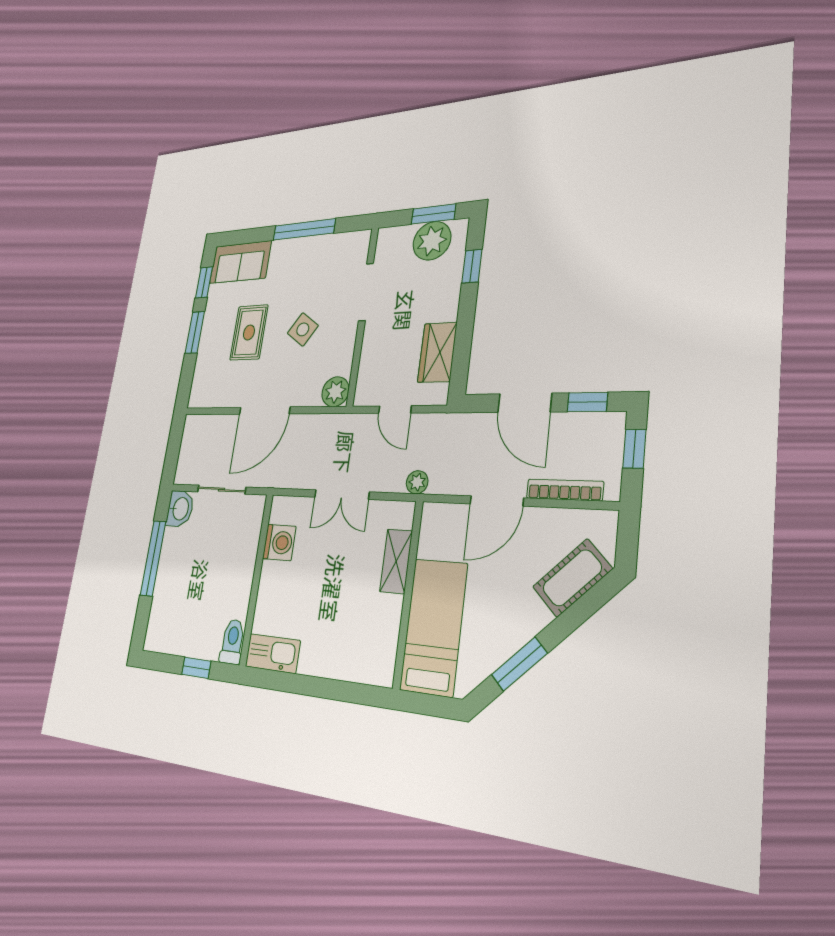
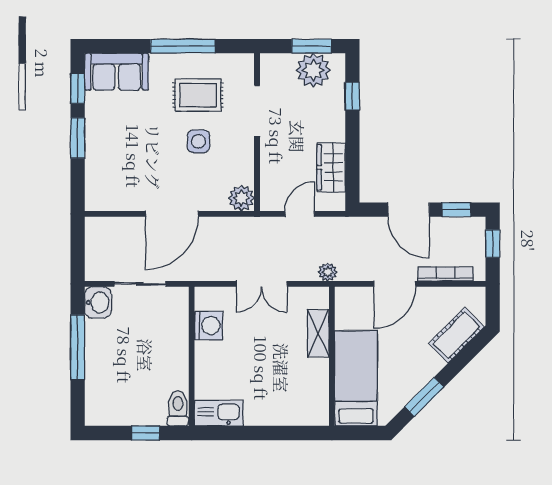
side table: (303, 329) -> (198, 141), turned -35
rug: (249, 332) -> (198, 95), moved, turned 90
door: (395, 409) -> (300, 214), swing flipped

